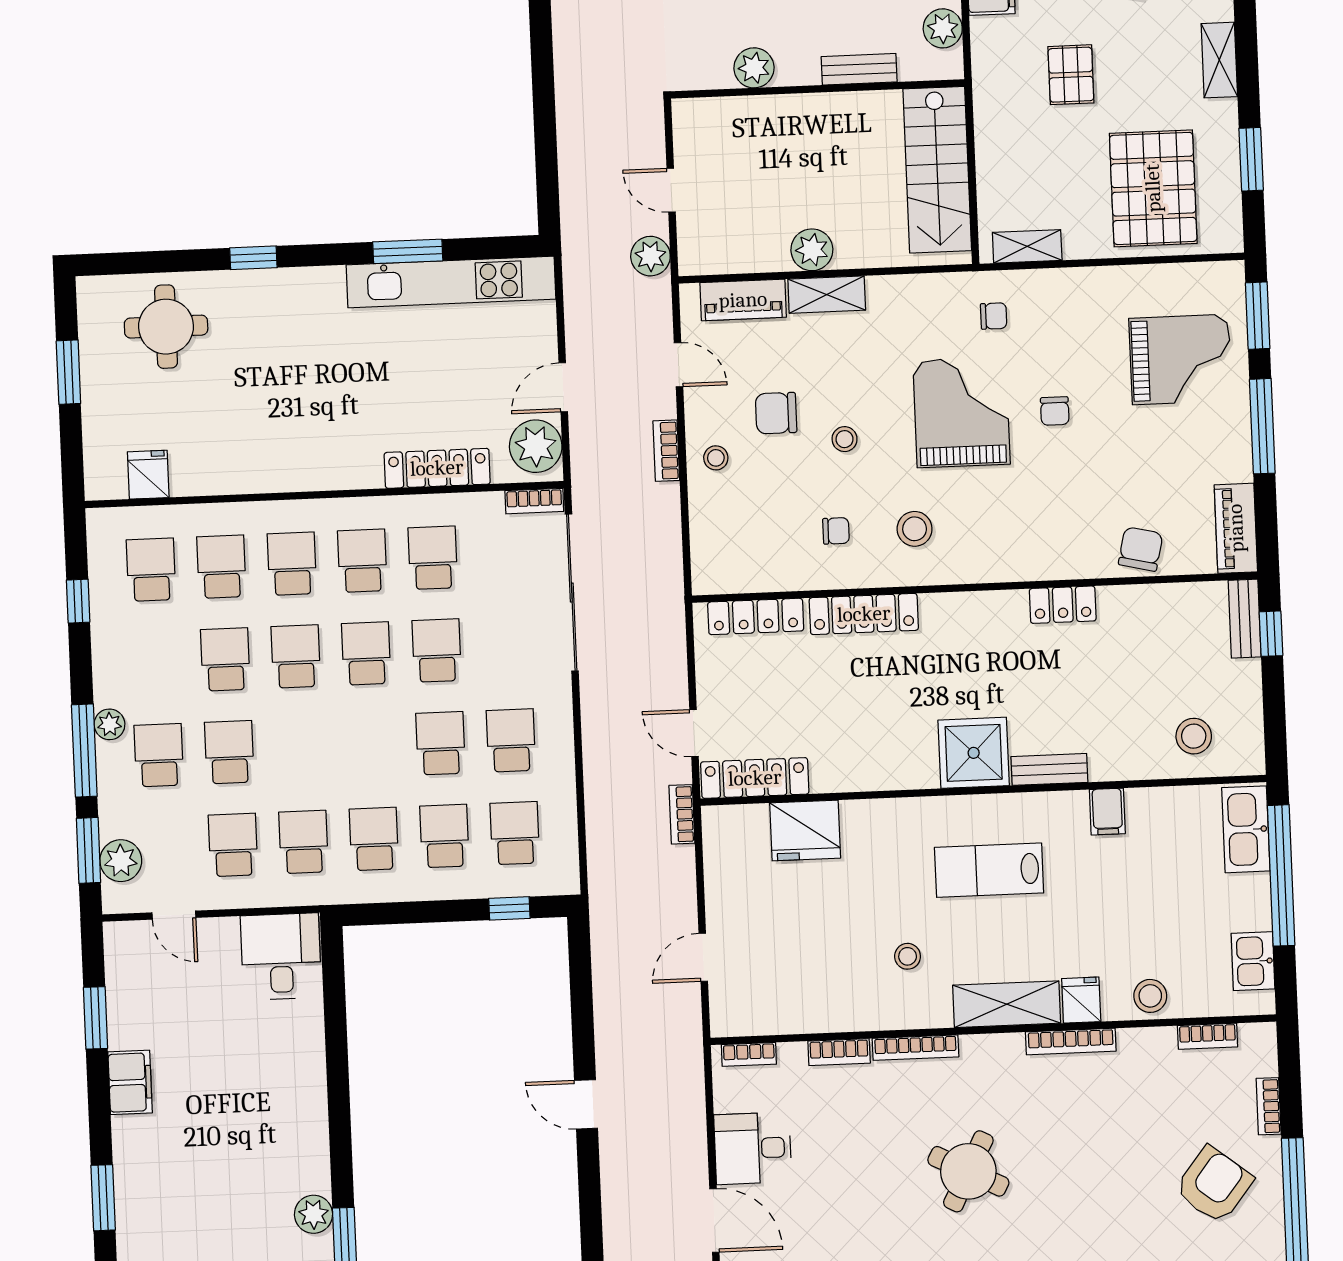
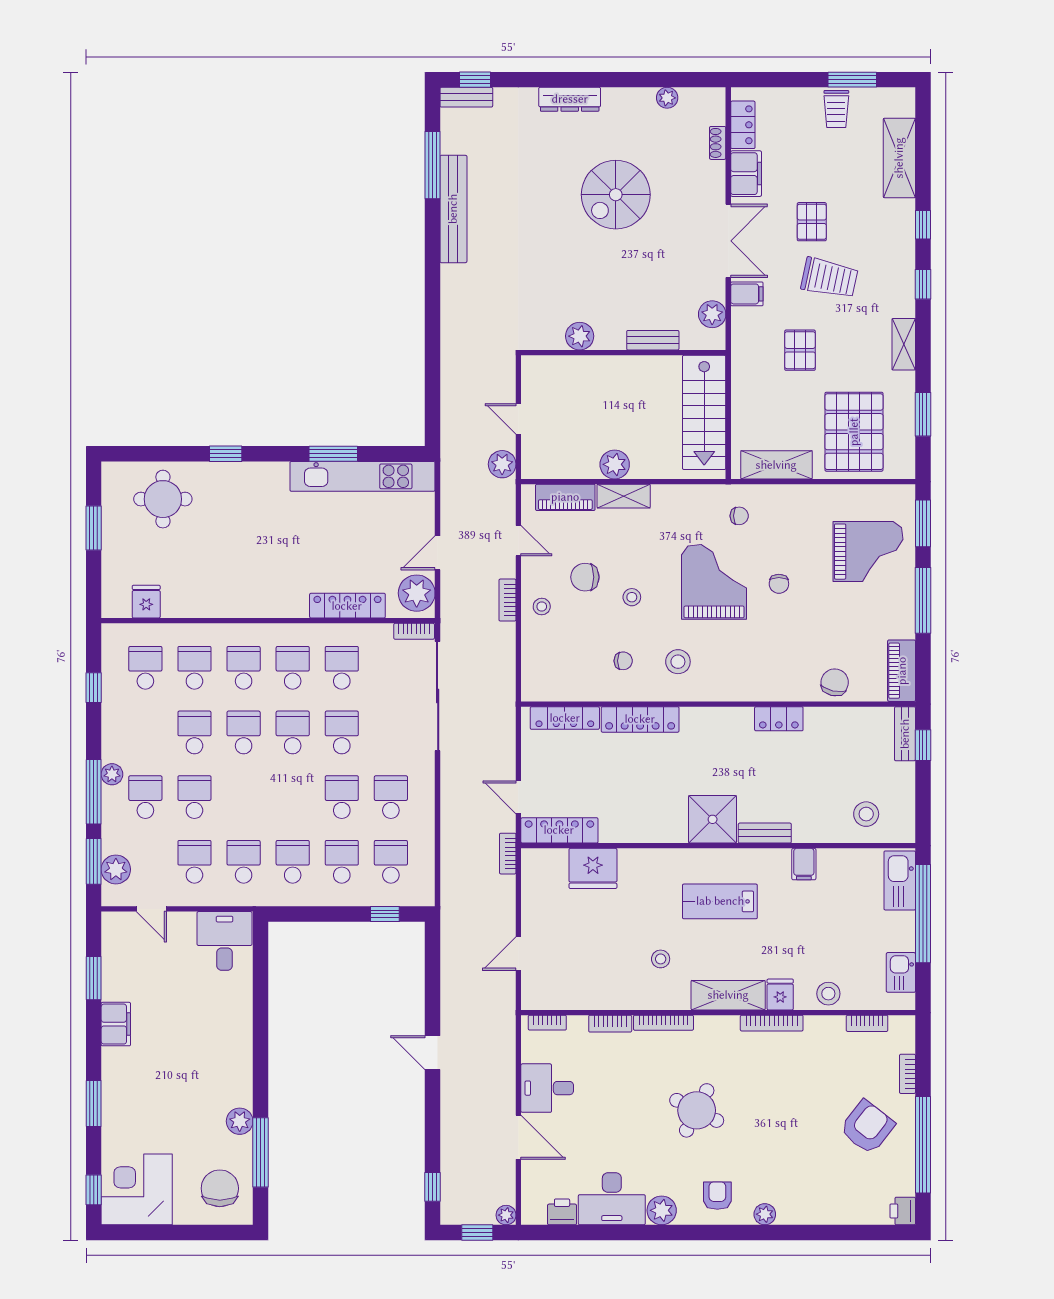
shelving: (1027, 246) -> (776, 465), width x1.50, depth x1.33

